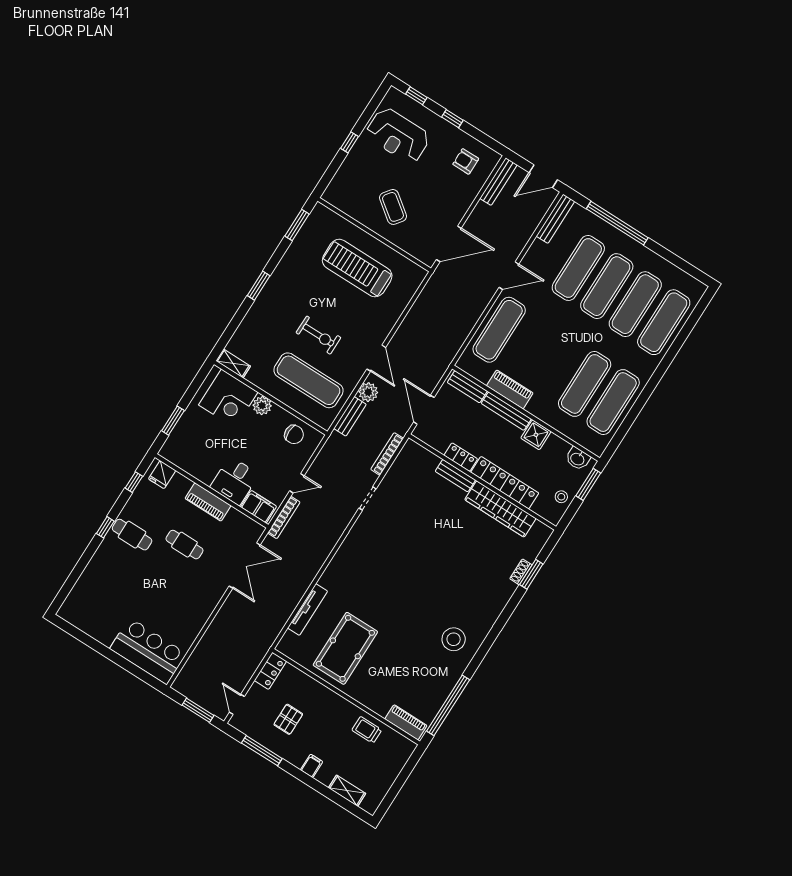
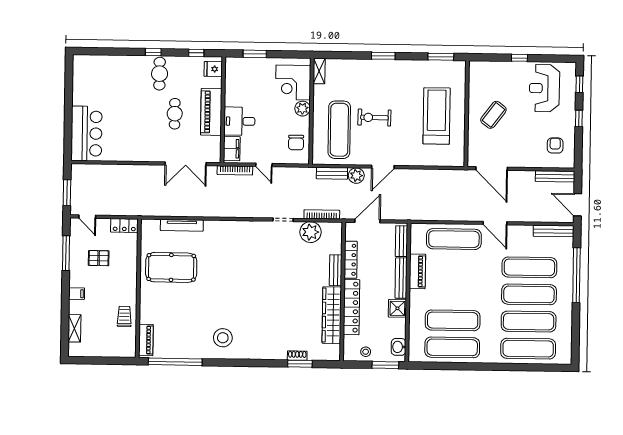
exercise bike: (318, 335) -> (374, 118), turned 91
locker: (461, 457) -> (351, 260), width x1.53
plant: (398, 477) -> (311, 232), added
piano: (208, 502) -> (211, 112), width x1.37, depth x1.33
door: (237, 704) -> (87, 217), swing flipped

